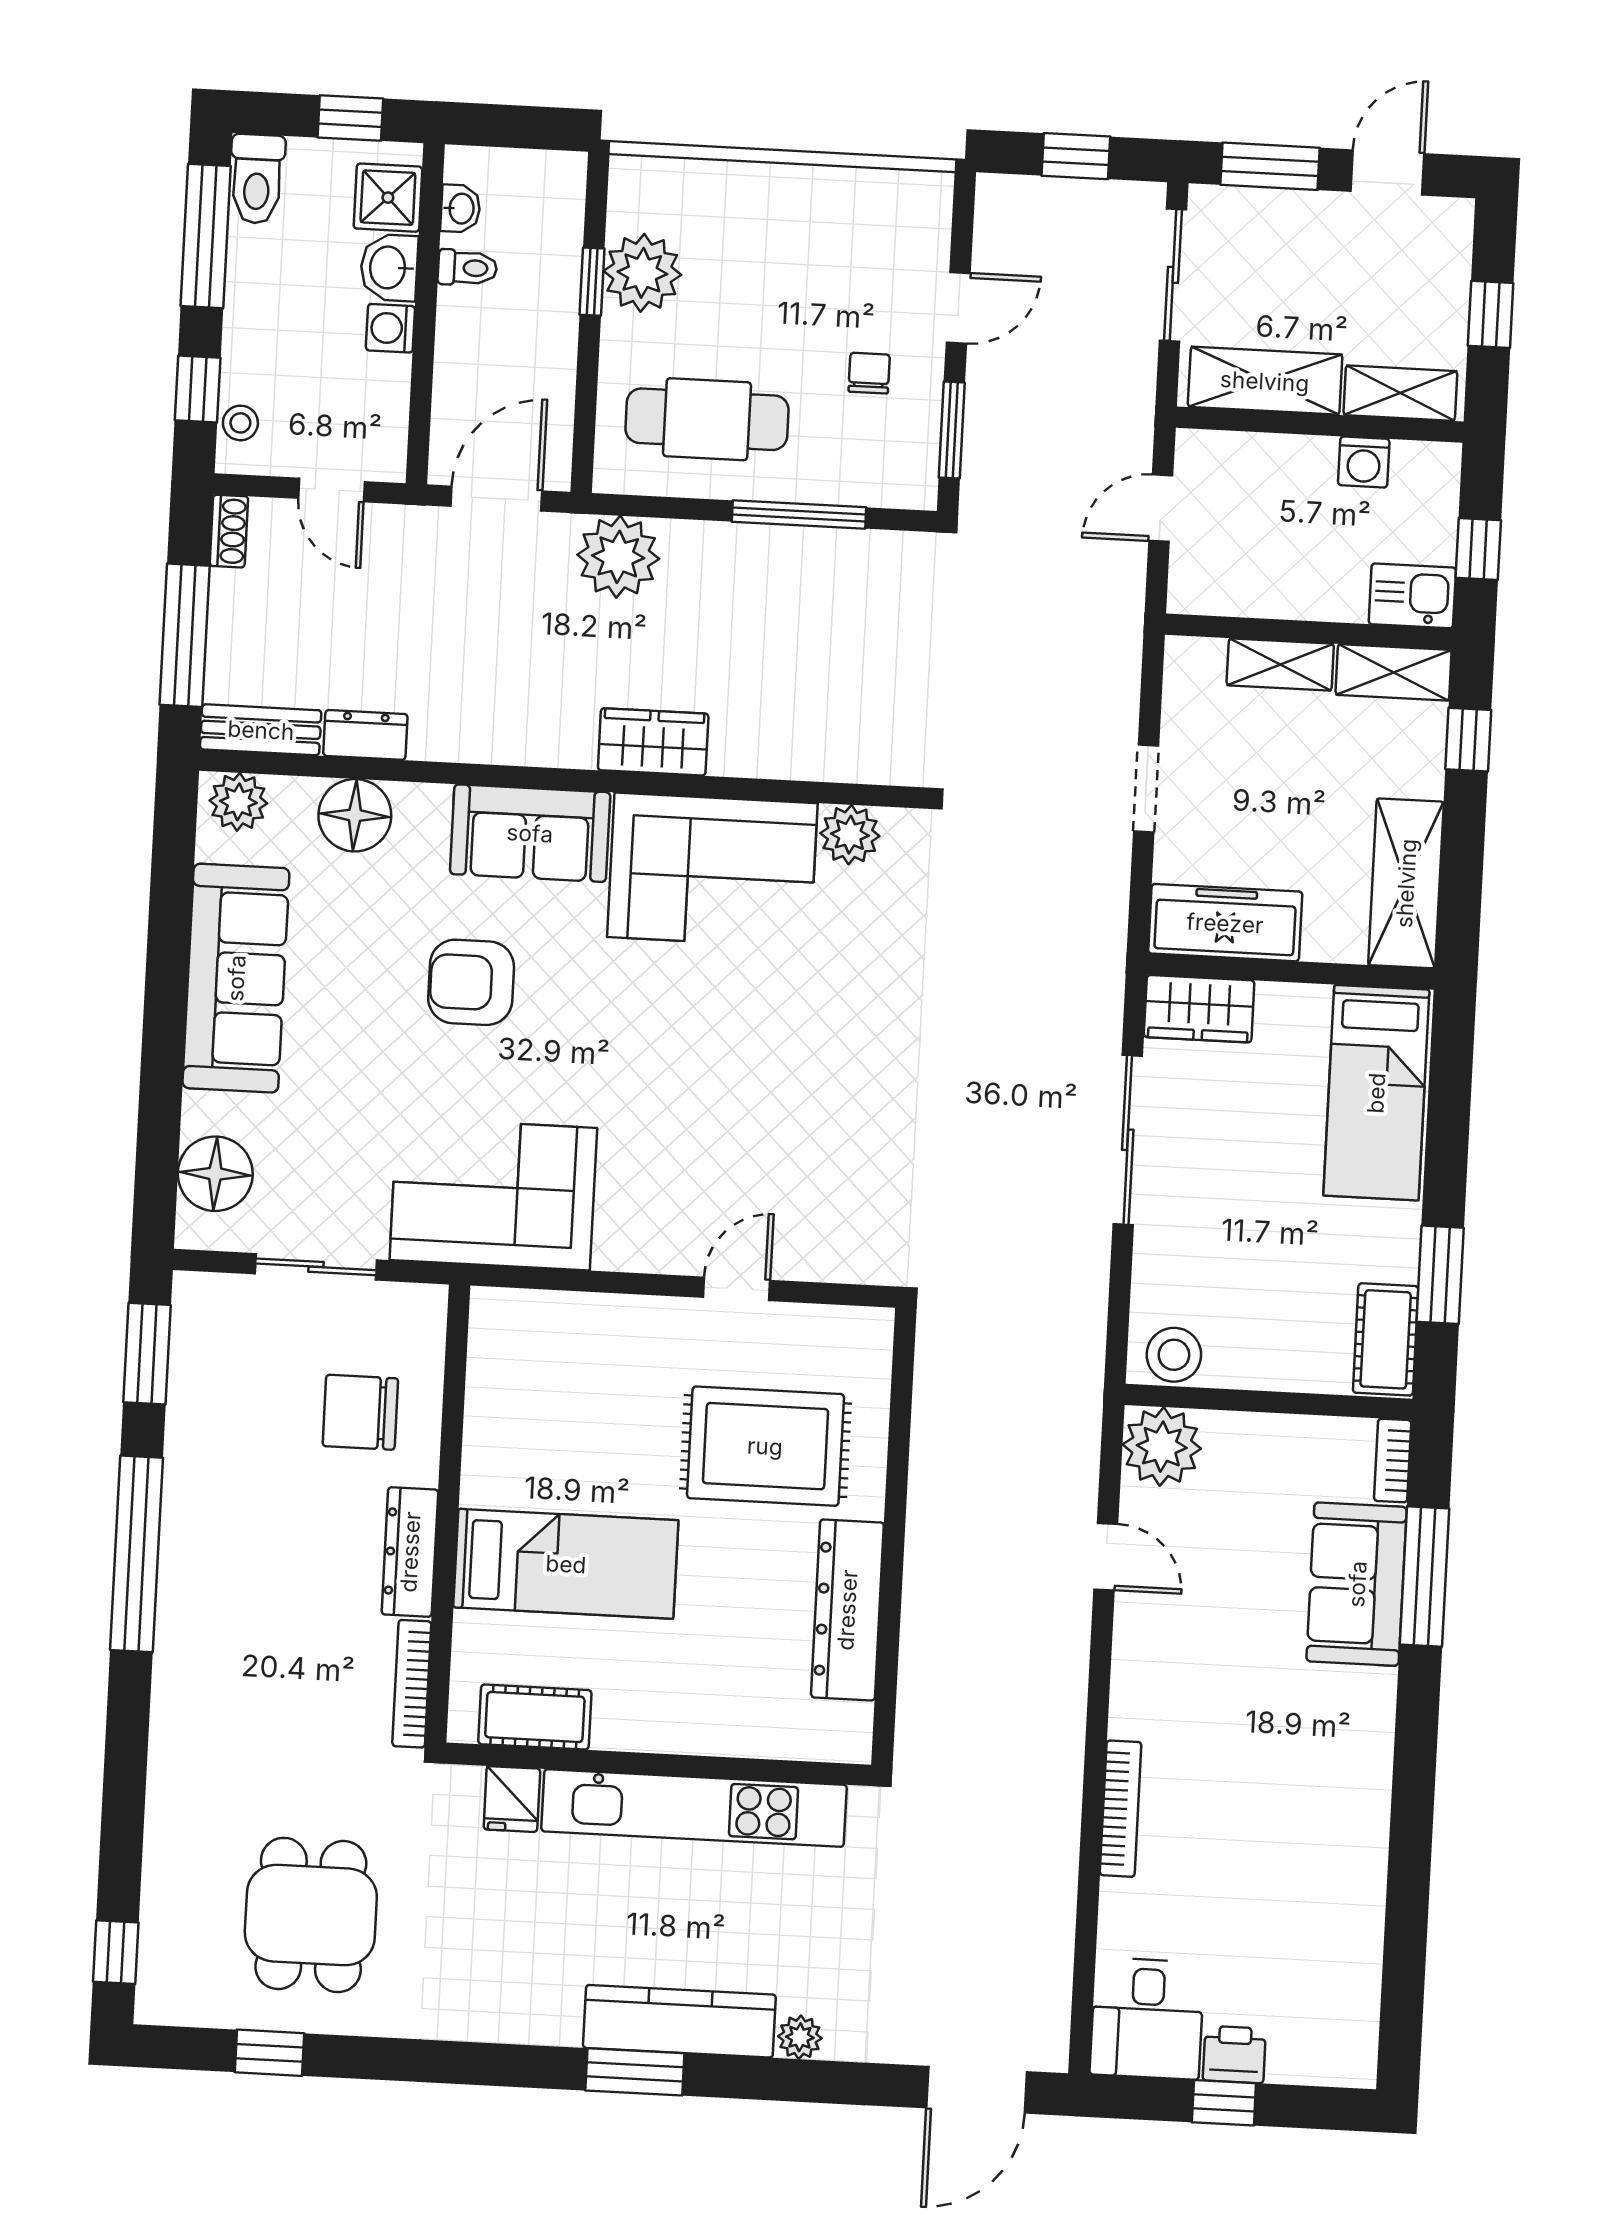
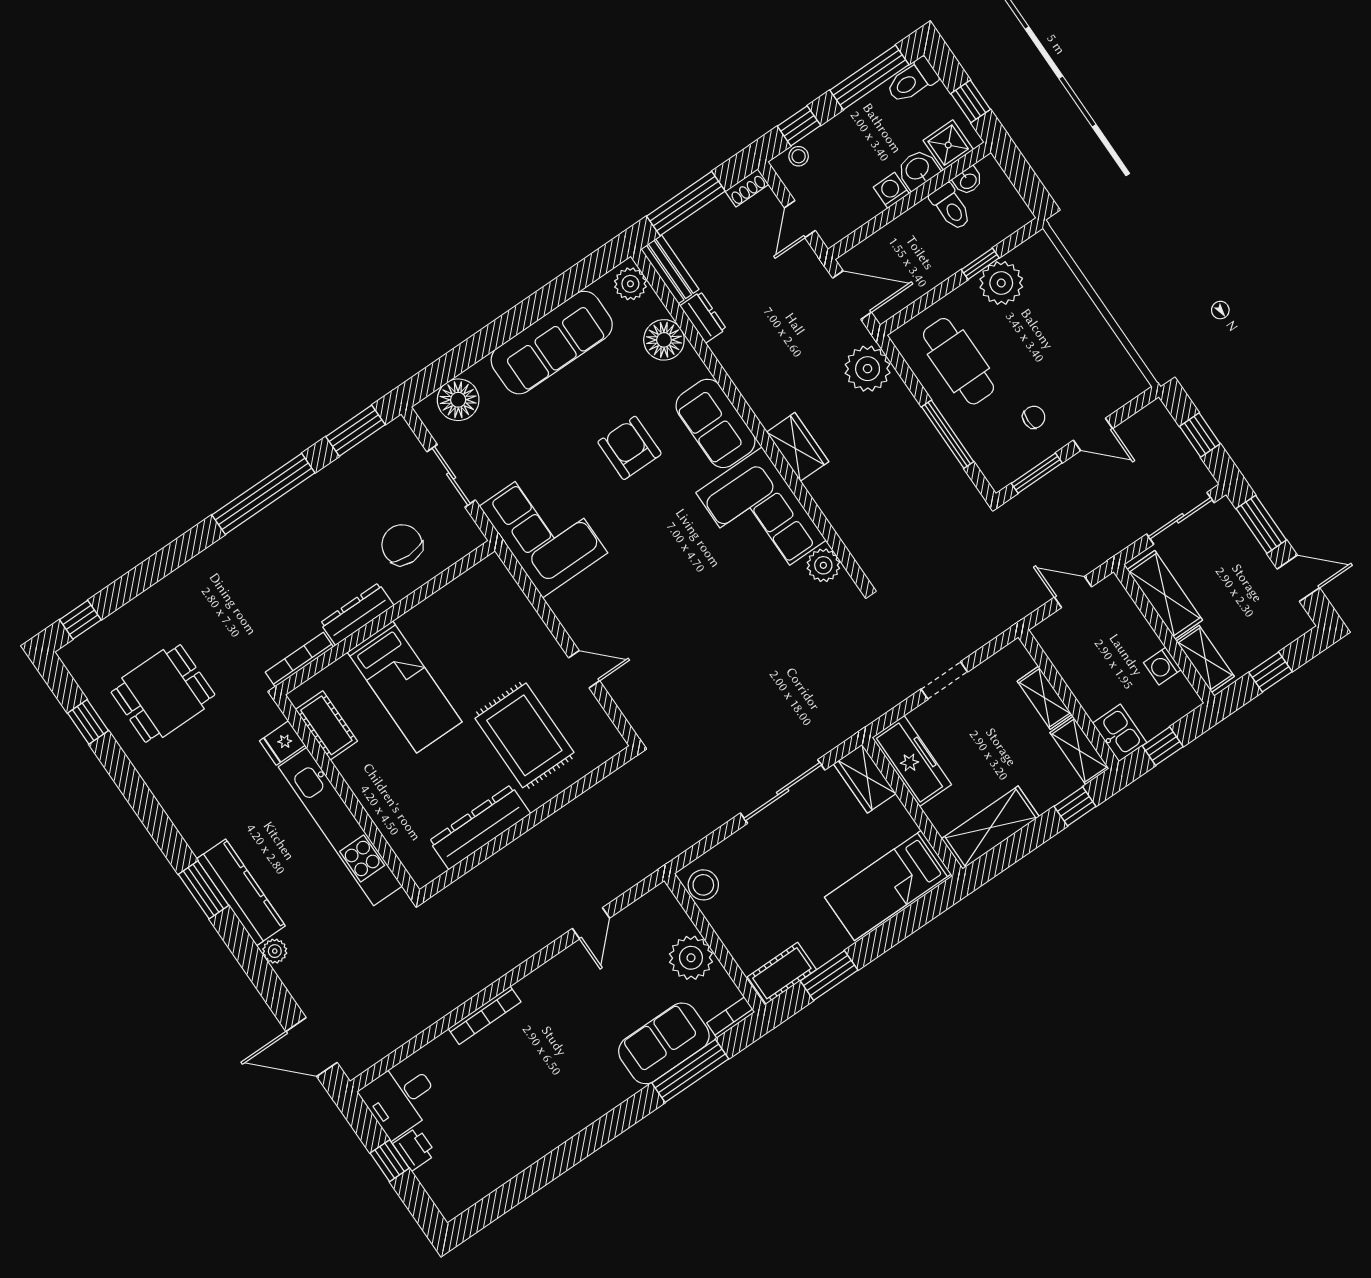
toilet: (467, 268) -> (951, 207), width x1.37, depth x1.39
plant: (1162, 1447) -> (691, 958), moved

